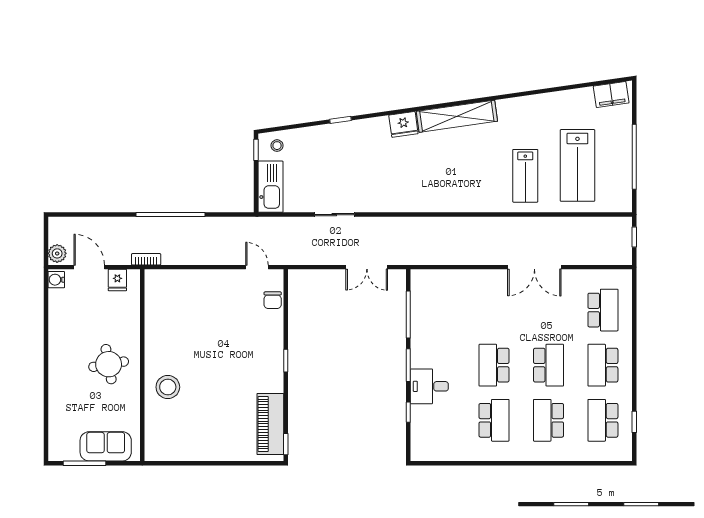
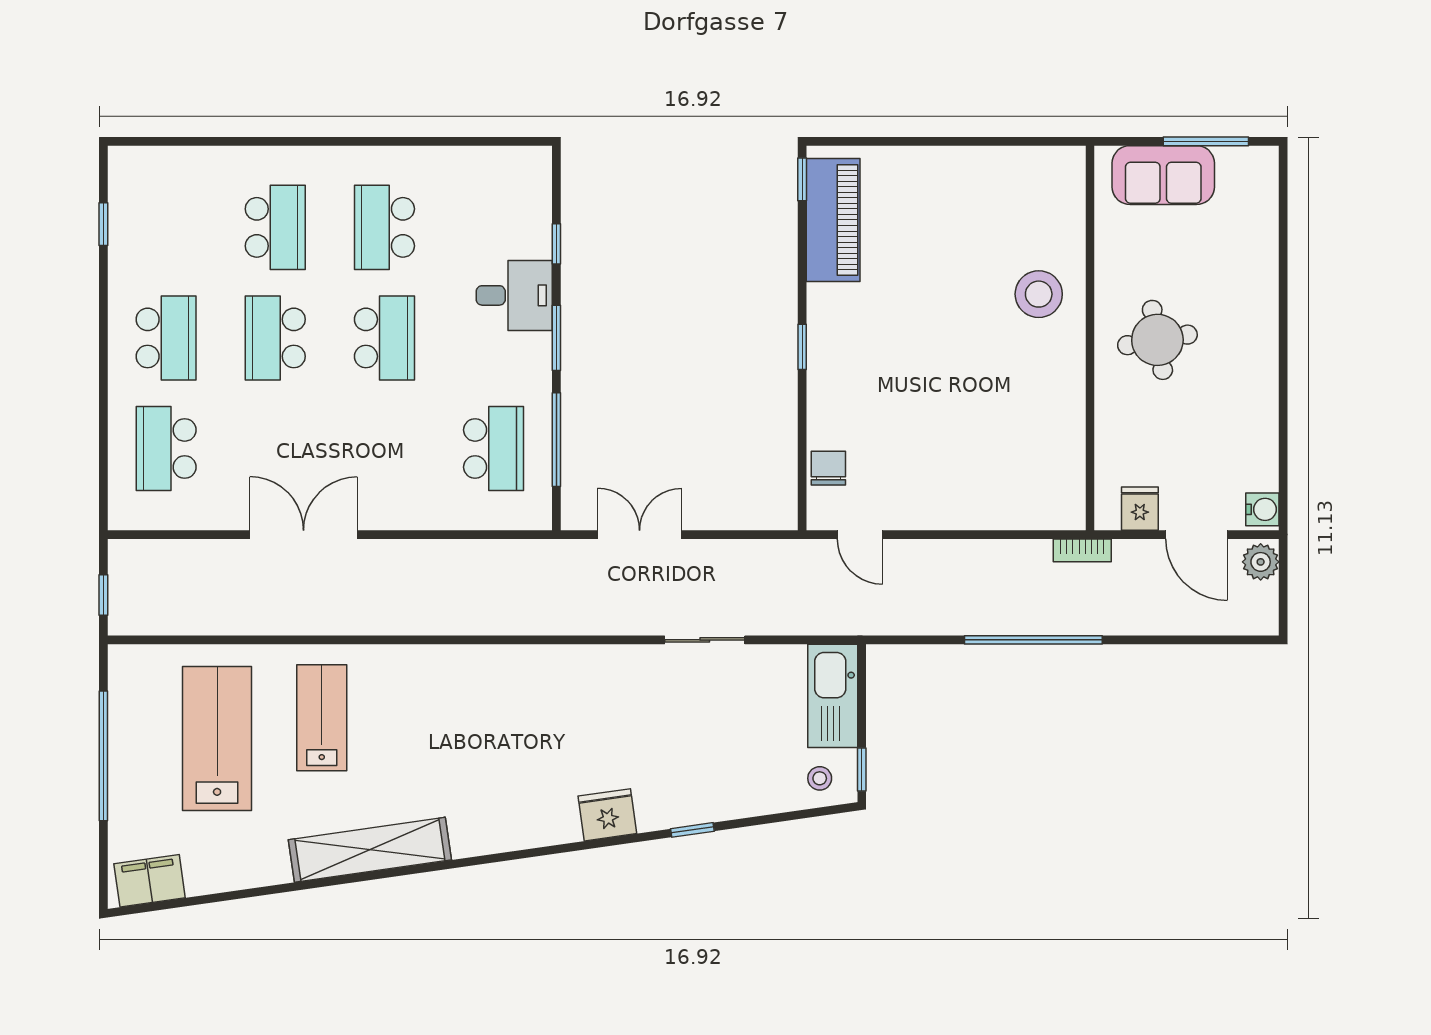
shelving: (457, 116) -> (370, 850), moved
fridge: (403, 124) -> (607, 815), moved
school desk: (603, 420) -> (494, 448), moved

